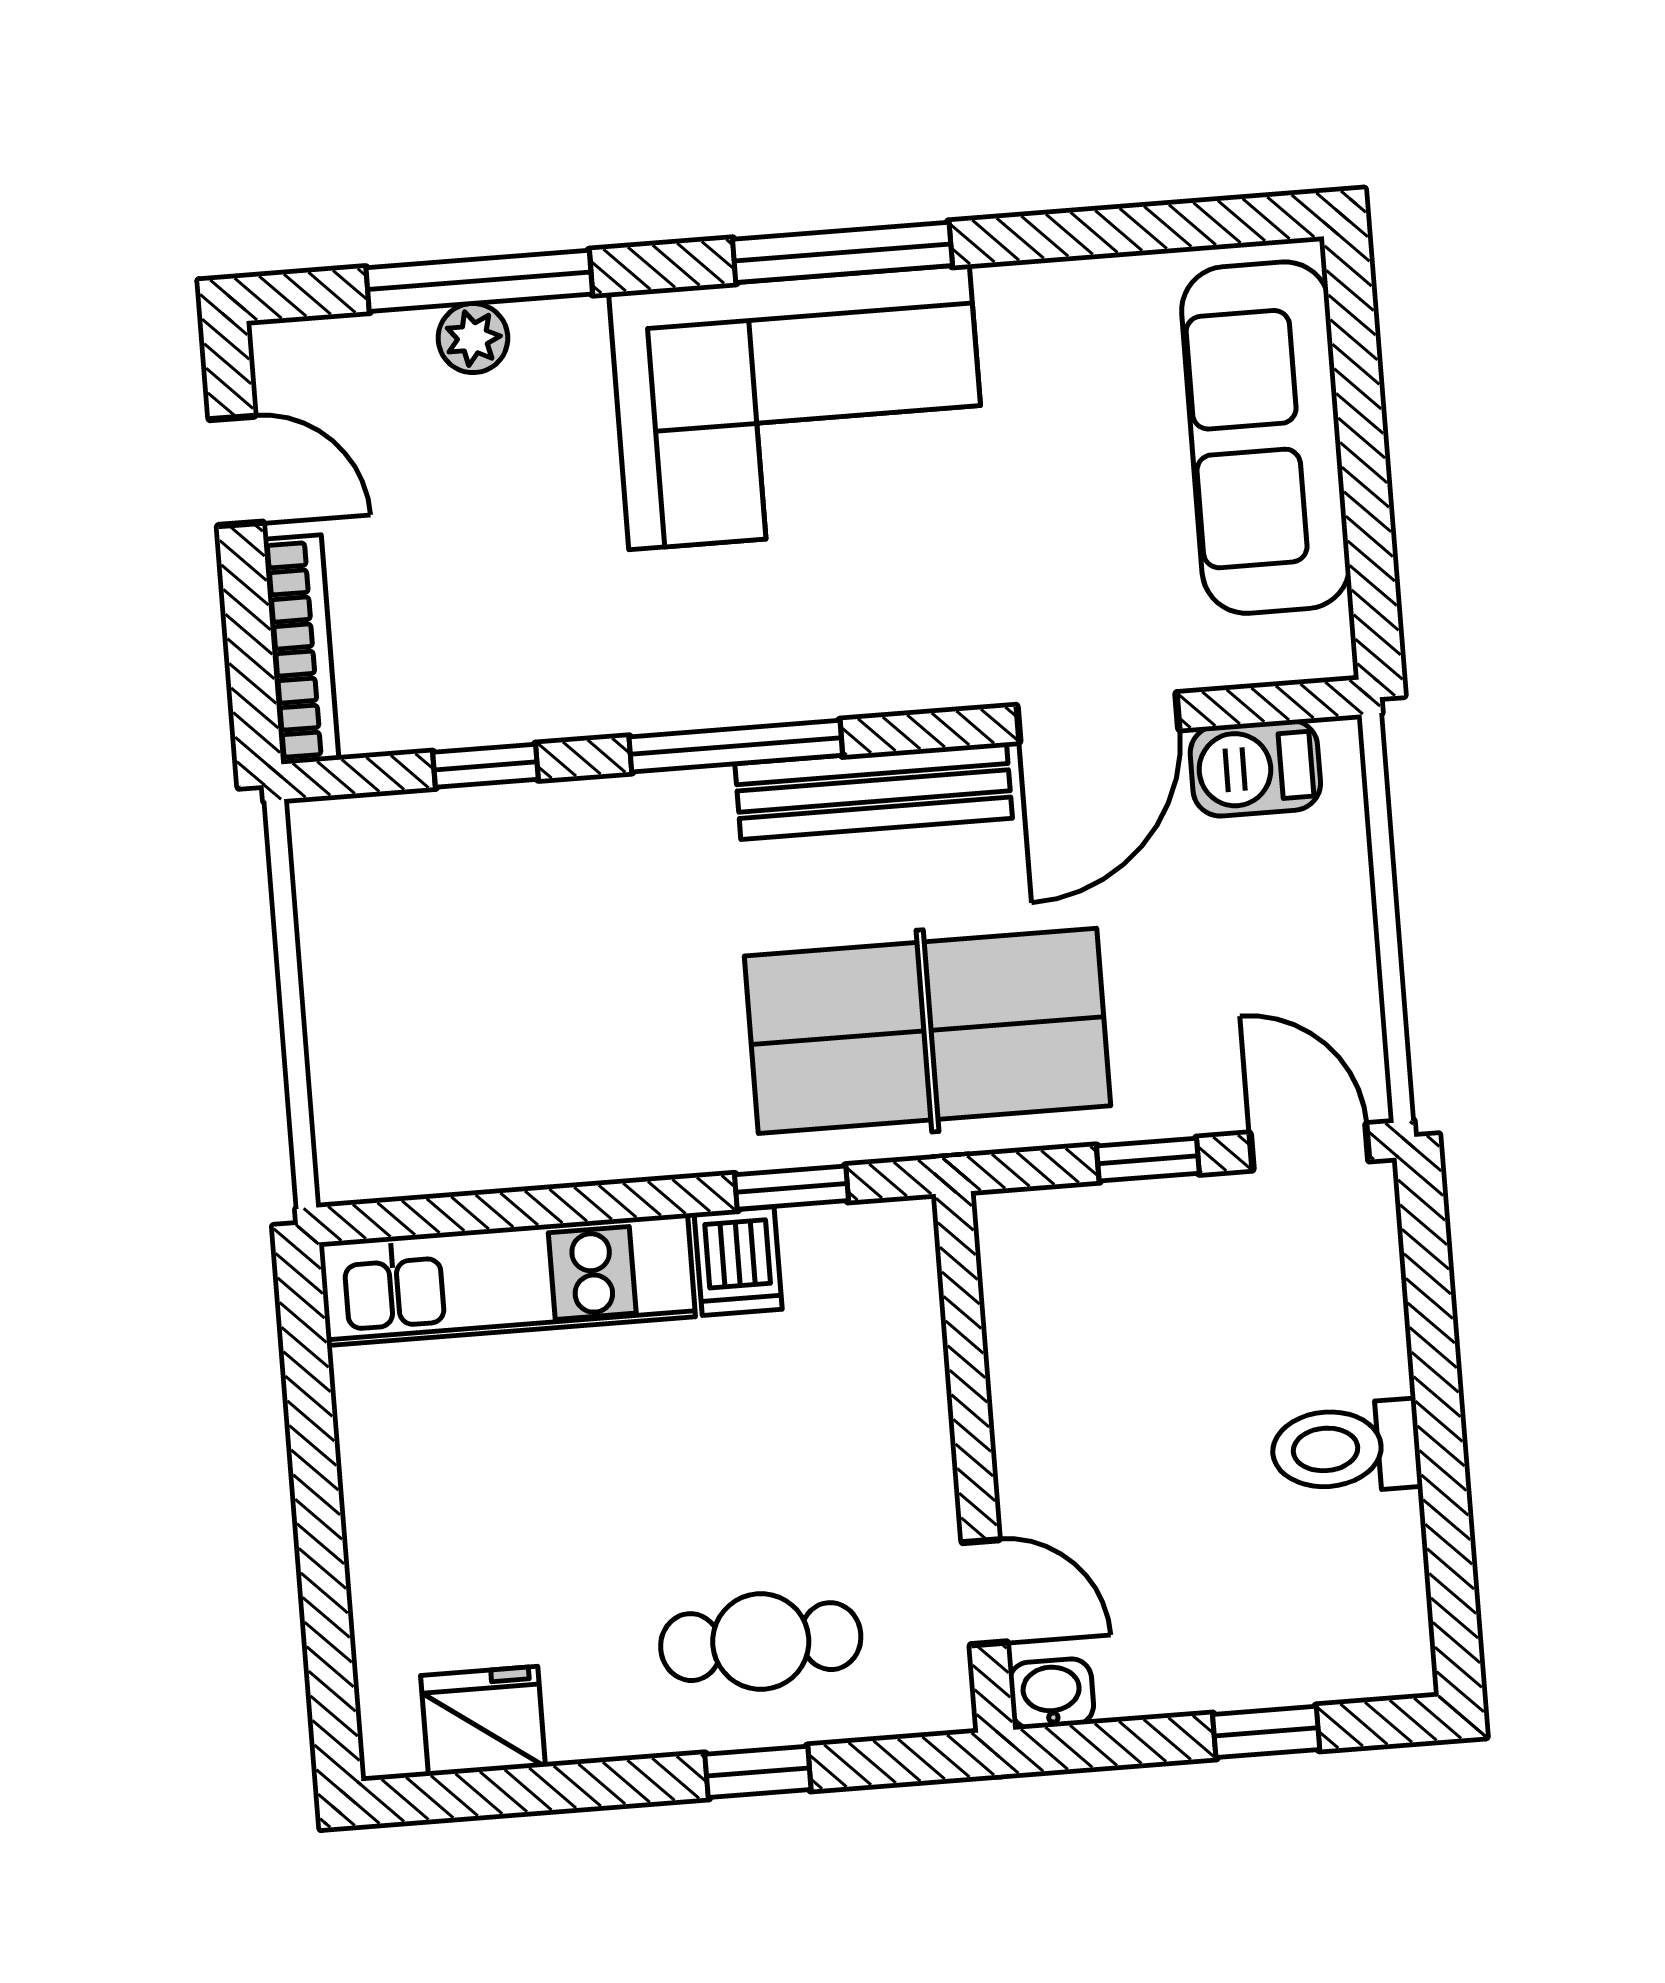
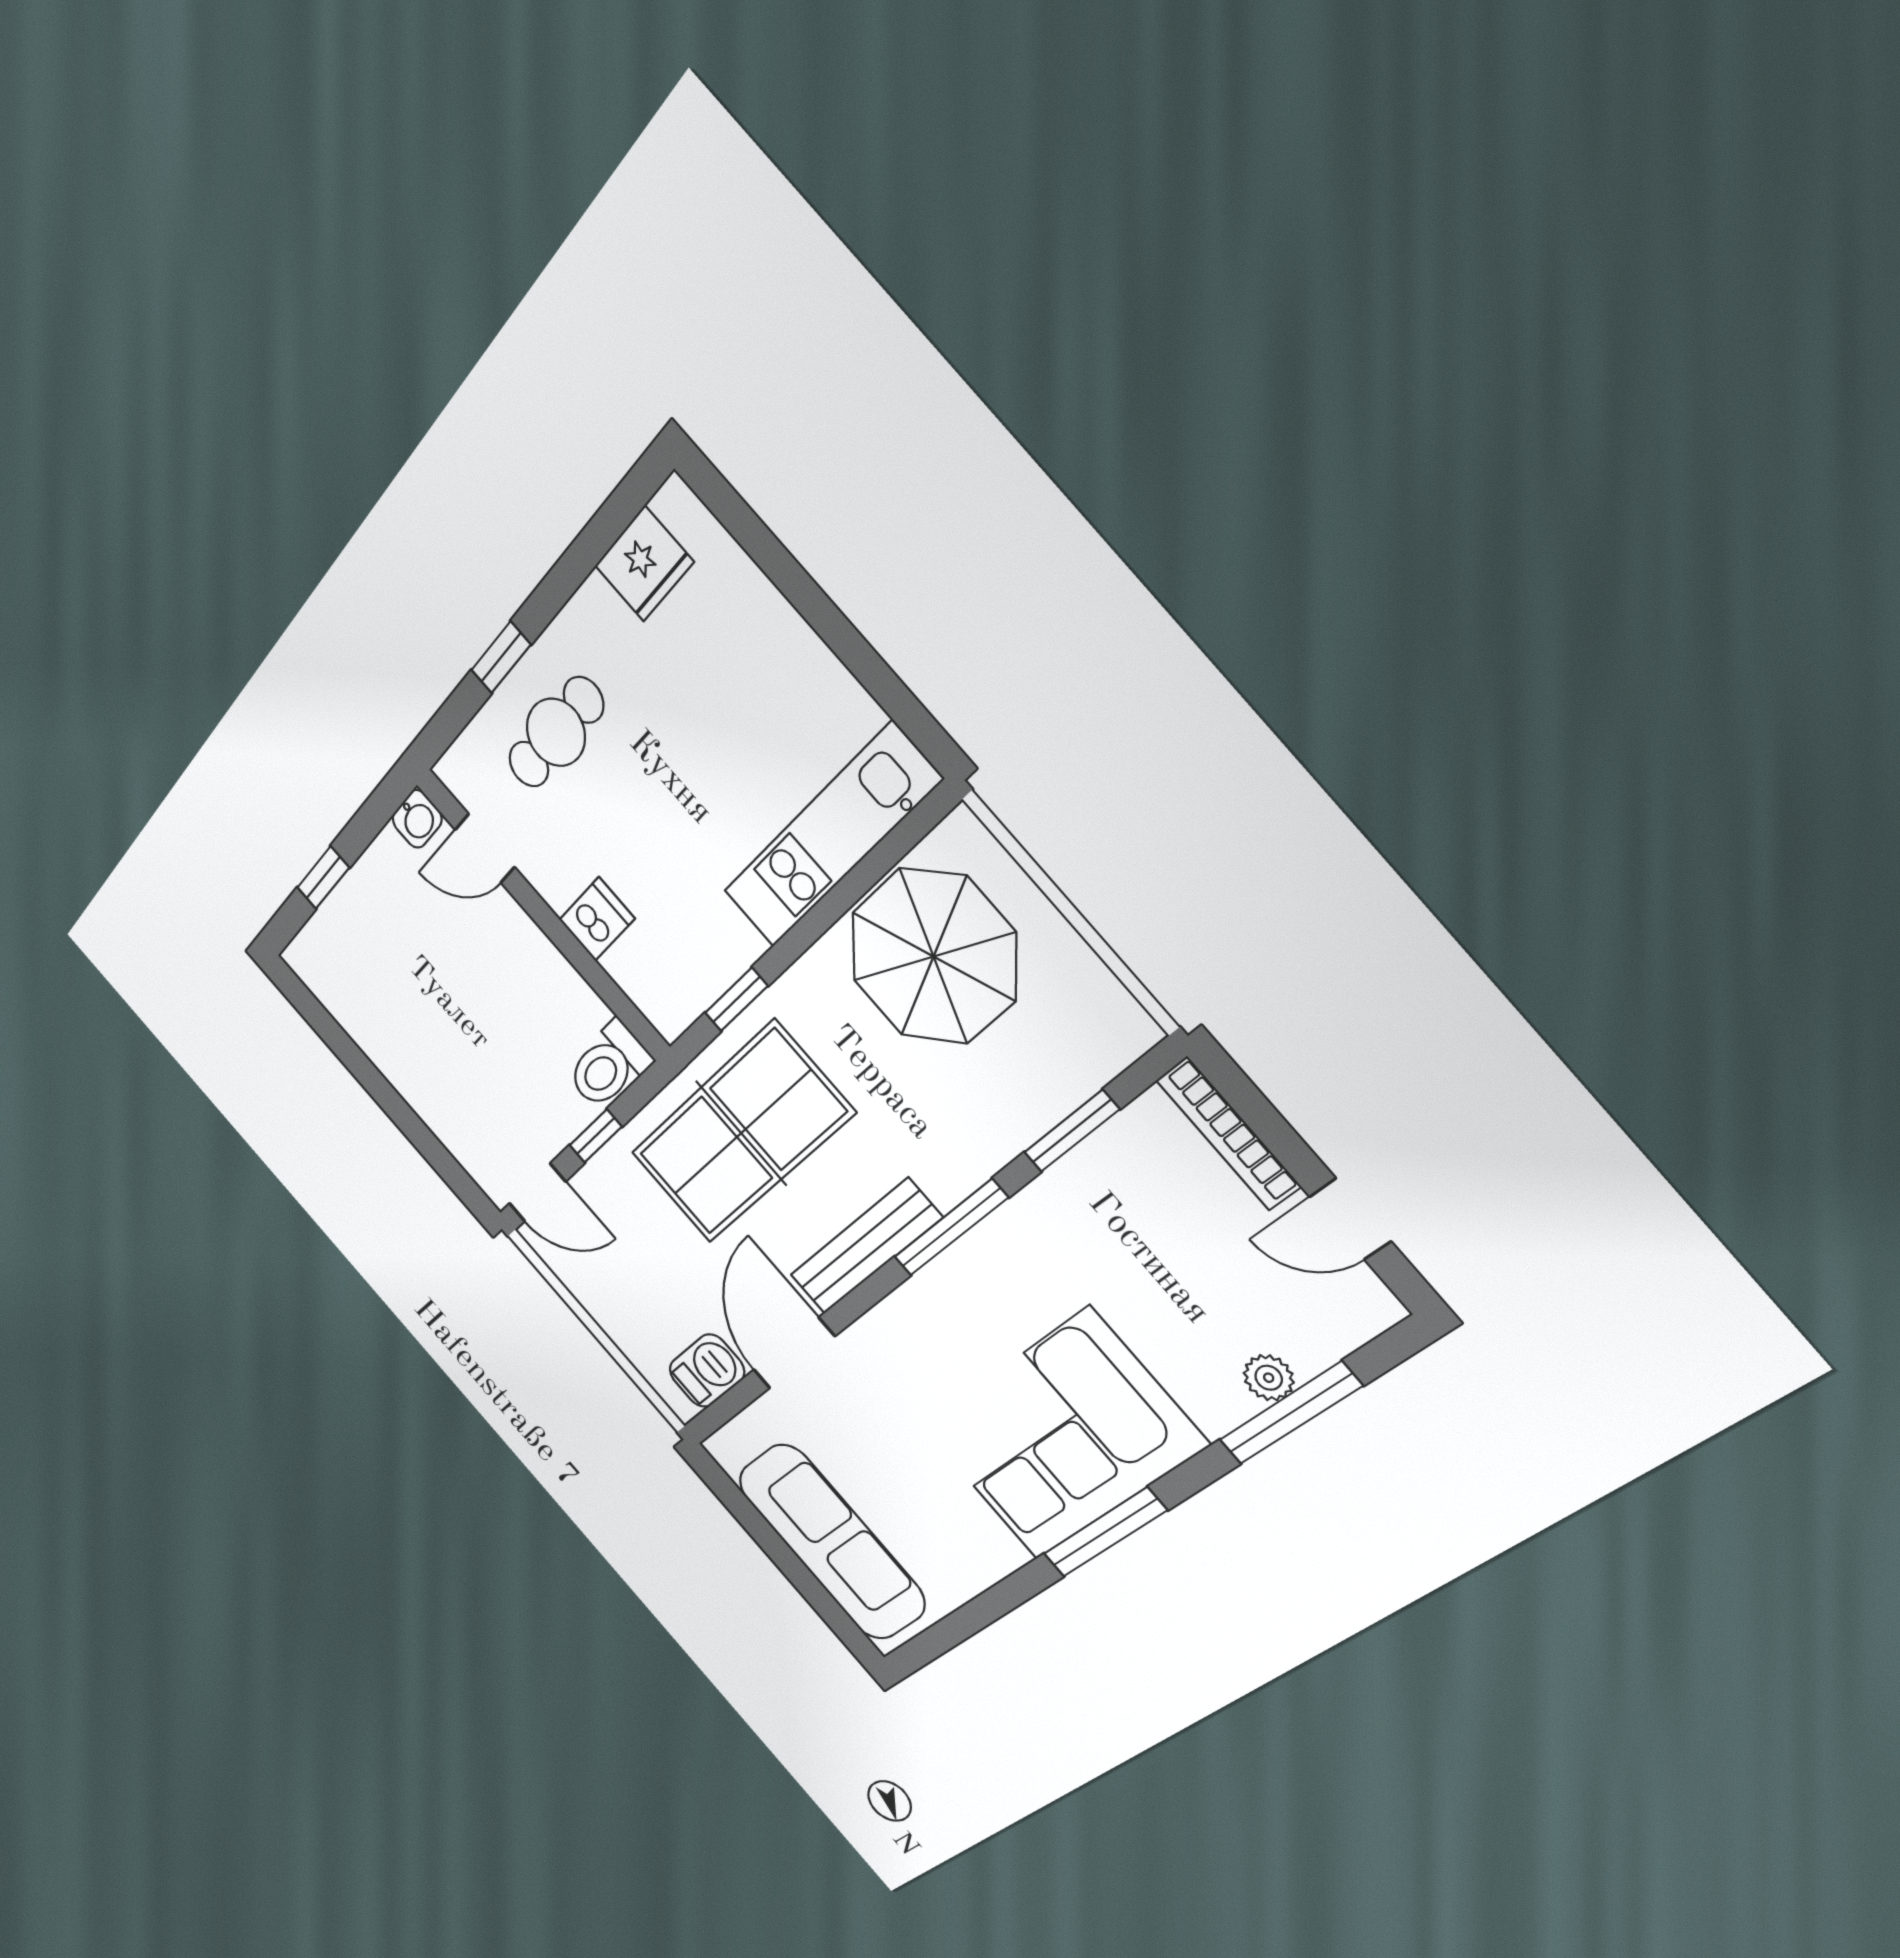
window: (486, 766) -> (1072, 1131), width x1.50
parasol: (493, 1067) -> (934, 957), added
dishwasher: (738, 1261) -> (597, 919), moved, turned 90
toilet: (1346, 1448) -> (608, 1066), moved, turned 180

